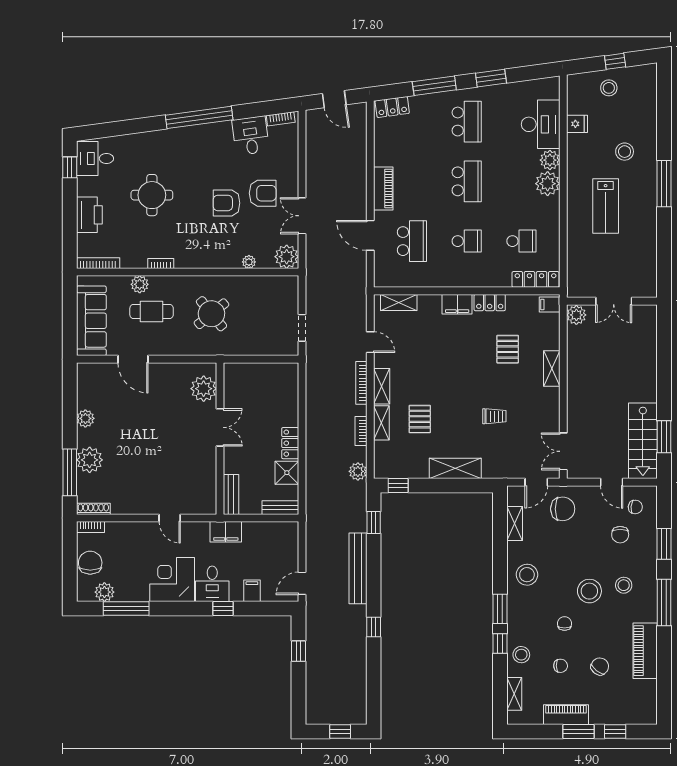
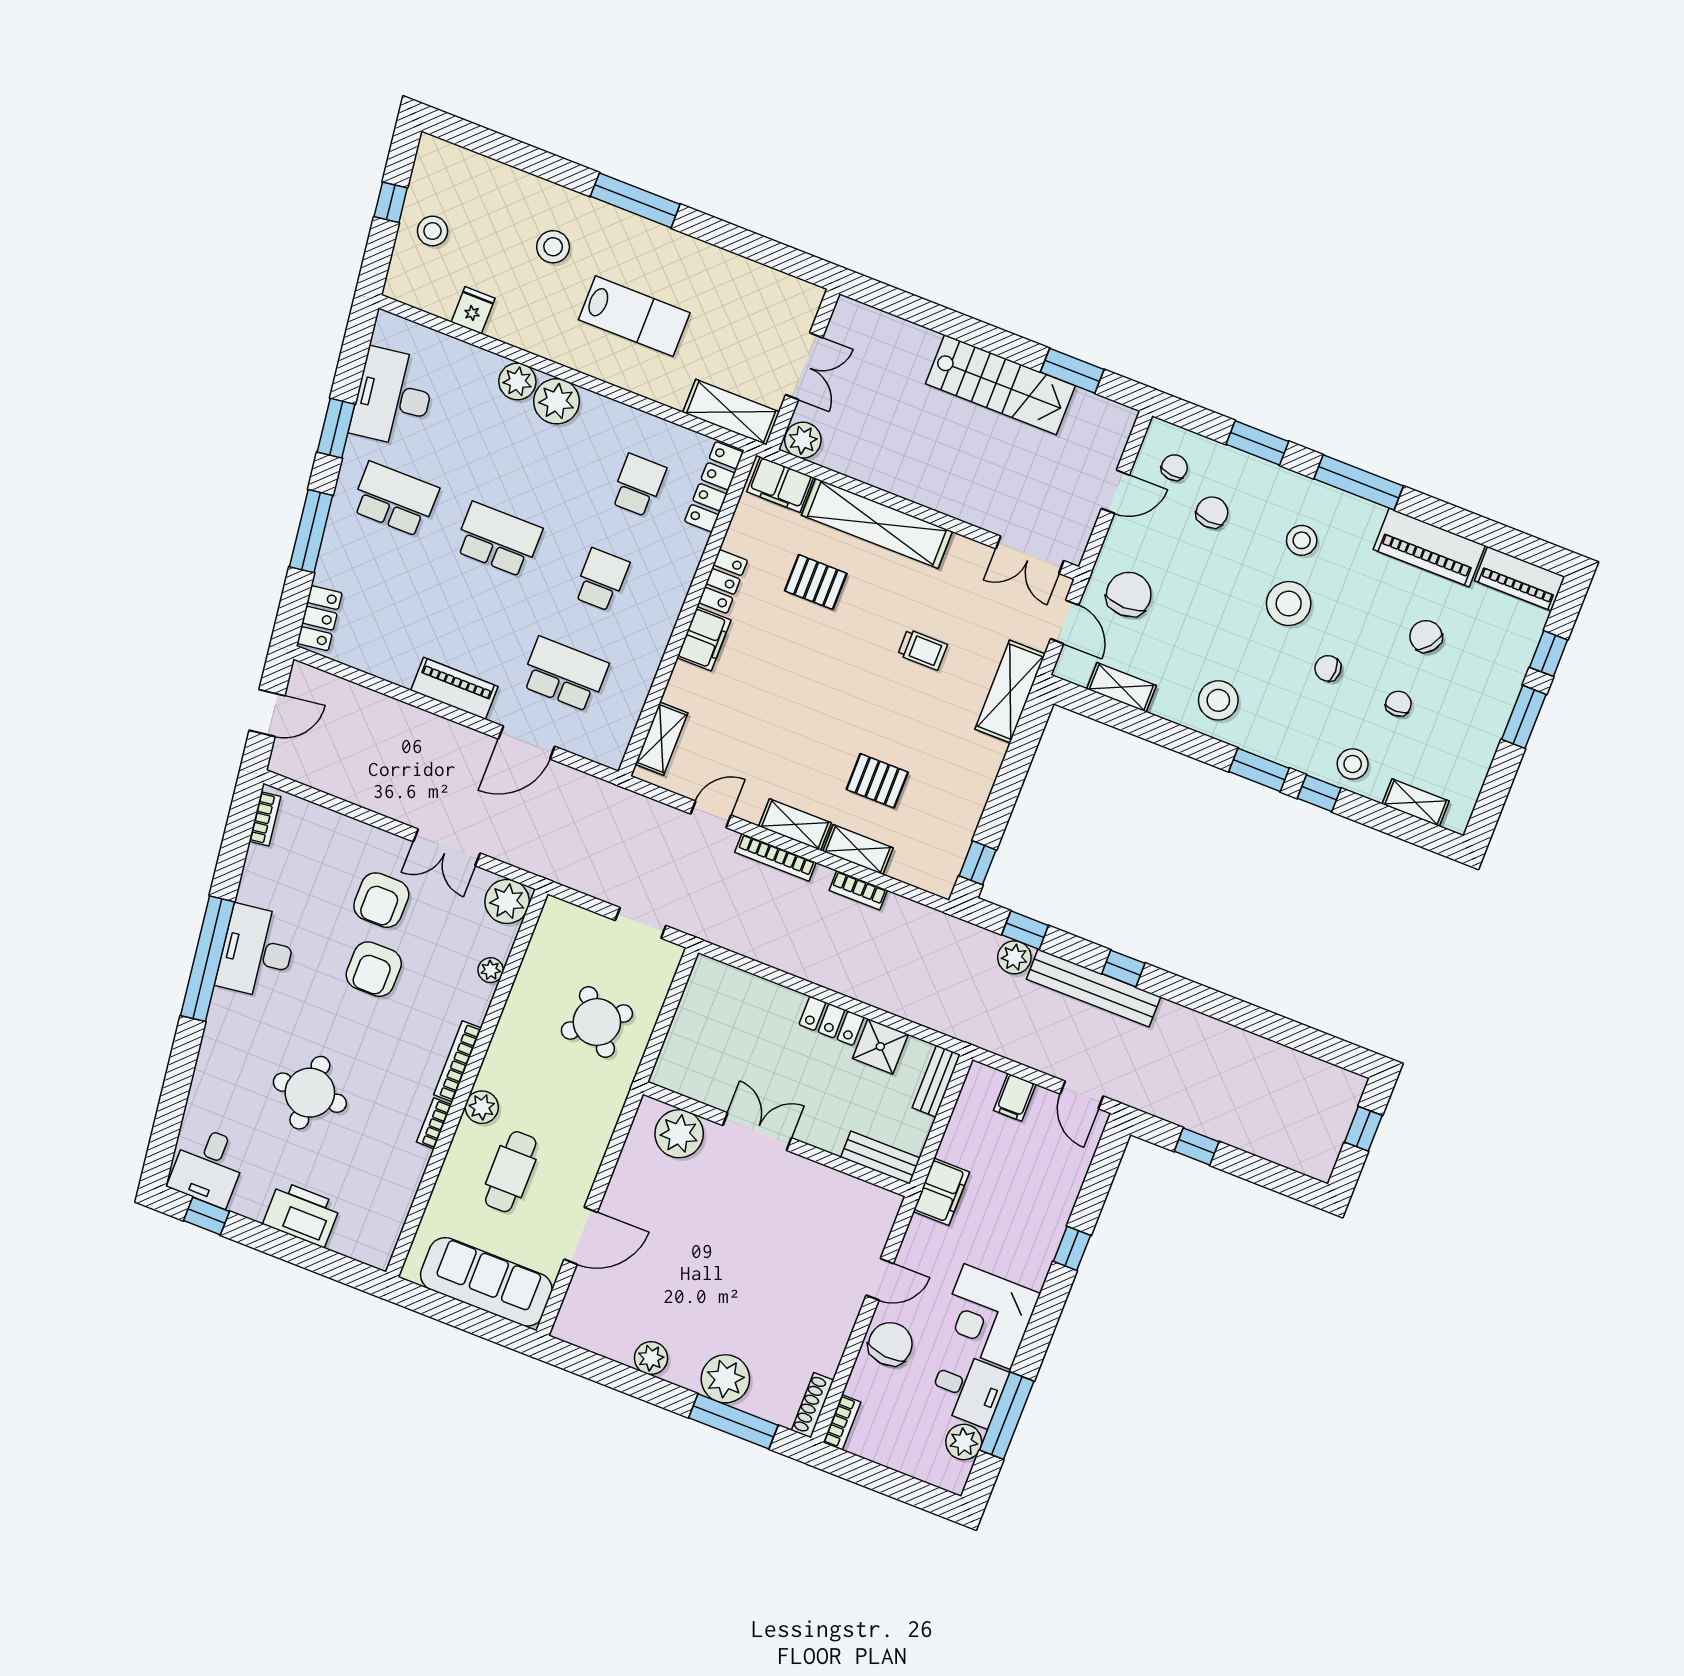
desk: (541, 124) -> (393, 397), moved, turned -98
desk: (251, 136) -> (257, 952), moved, width x1.37
armchair: (263, 193) -> (381, 900), turned 180
bookcase: (98, 263) -> (458, 1061), moved
shelving: (576, 273) -> (731, 412), added
plant: (140, 284) -> (482, 1107), moved
filing cabinet: (550, 305) -> (780, 485), width x2.00
round table: (211, 314) -> (597, 1022), moved
shelving: (552, 368) -> (877, 523), width x2.20, depth x1.33
trolley: (494, 416) -> (923, 650), turned 90
stairs: (643, 441) -> (1000, 385), moved
shelving: (455, 468) -> (1010, 692), moved
plant: (358, 471) -> (1014, 957), moved
chair: (620, 535) -> (1212, 512), turned -85
chair: (90, 563) -> (890, 1344), moved, turned 95
desk: (212, 584) -> (968, 1389), moved
filing cabinet: (252, 591) -> (1015, 1097), moved, turned -90
window: (374, 627) -> (1123, 968), moved
piano: (566, 715) -> (1520, 579), moved, turned -90

